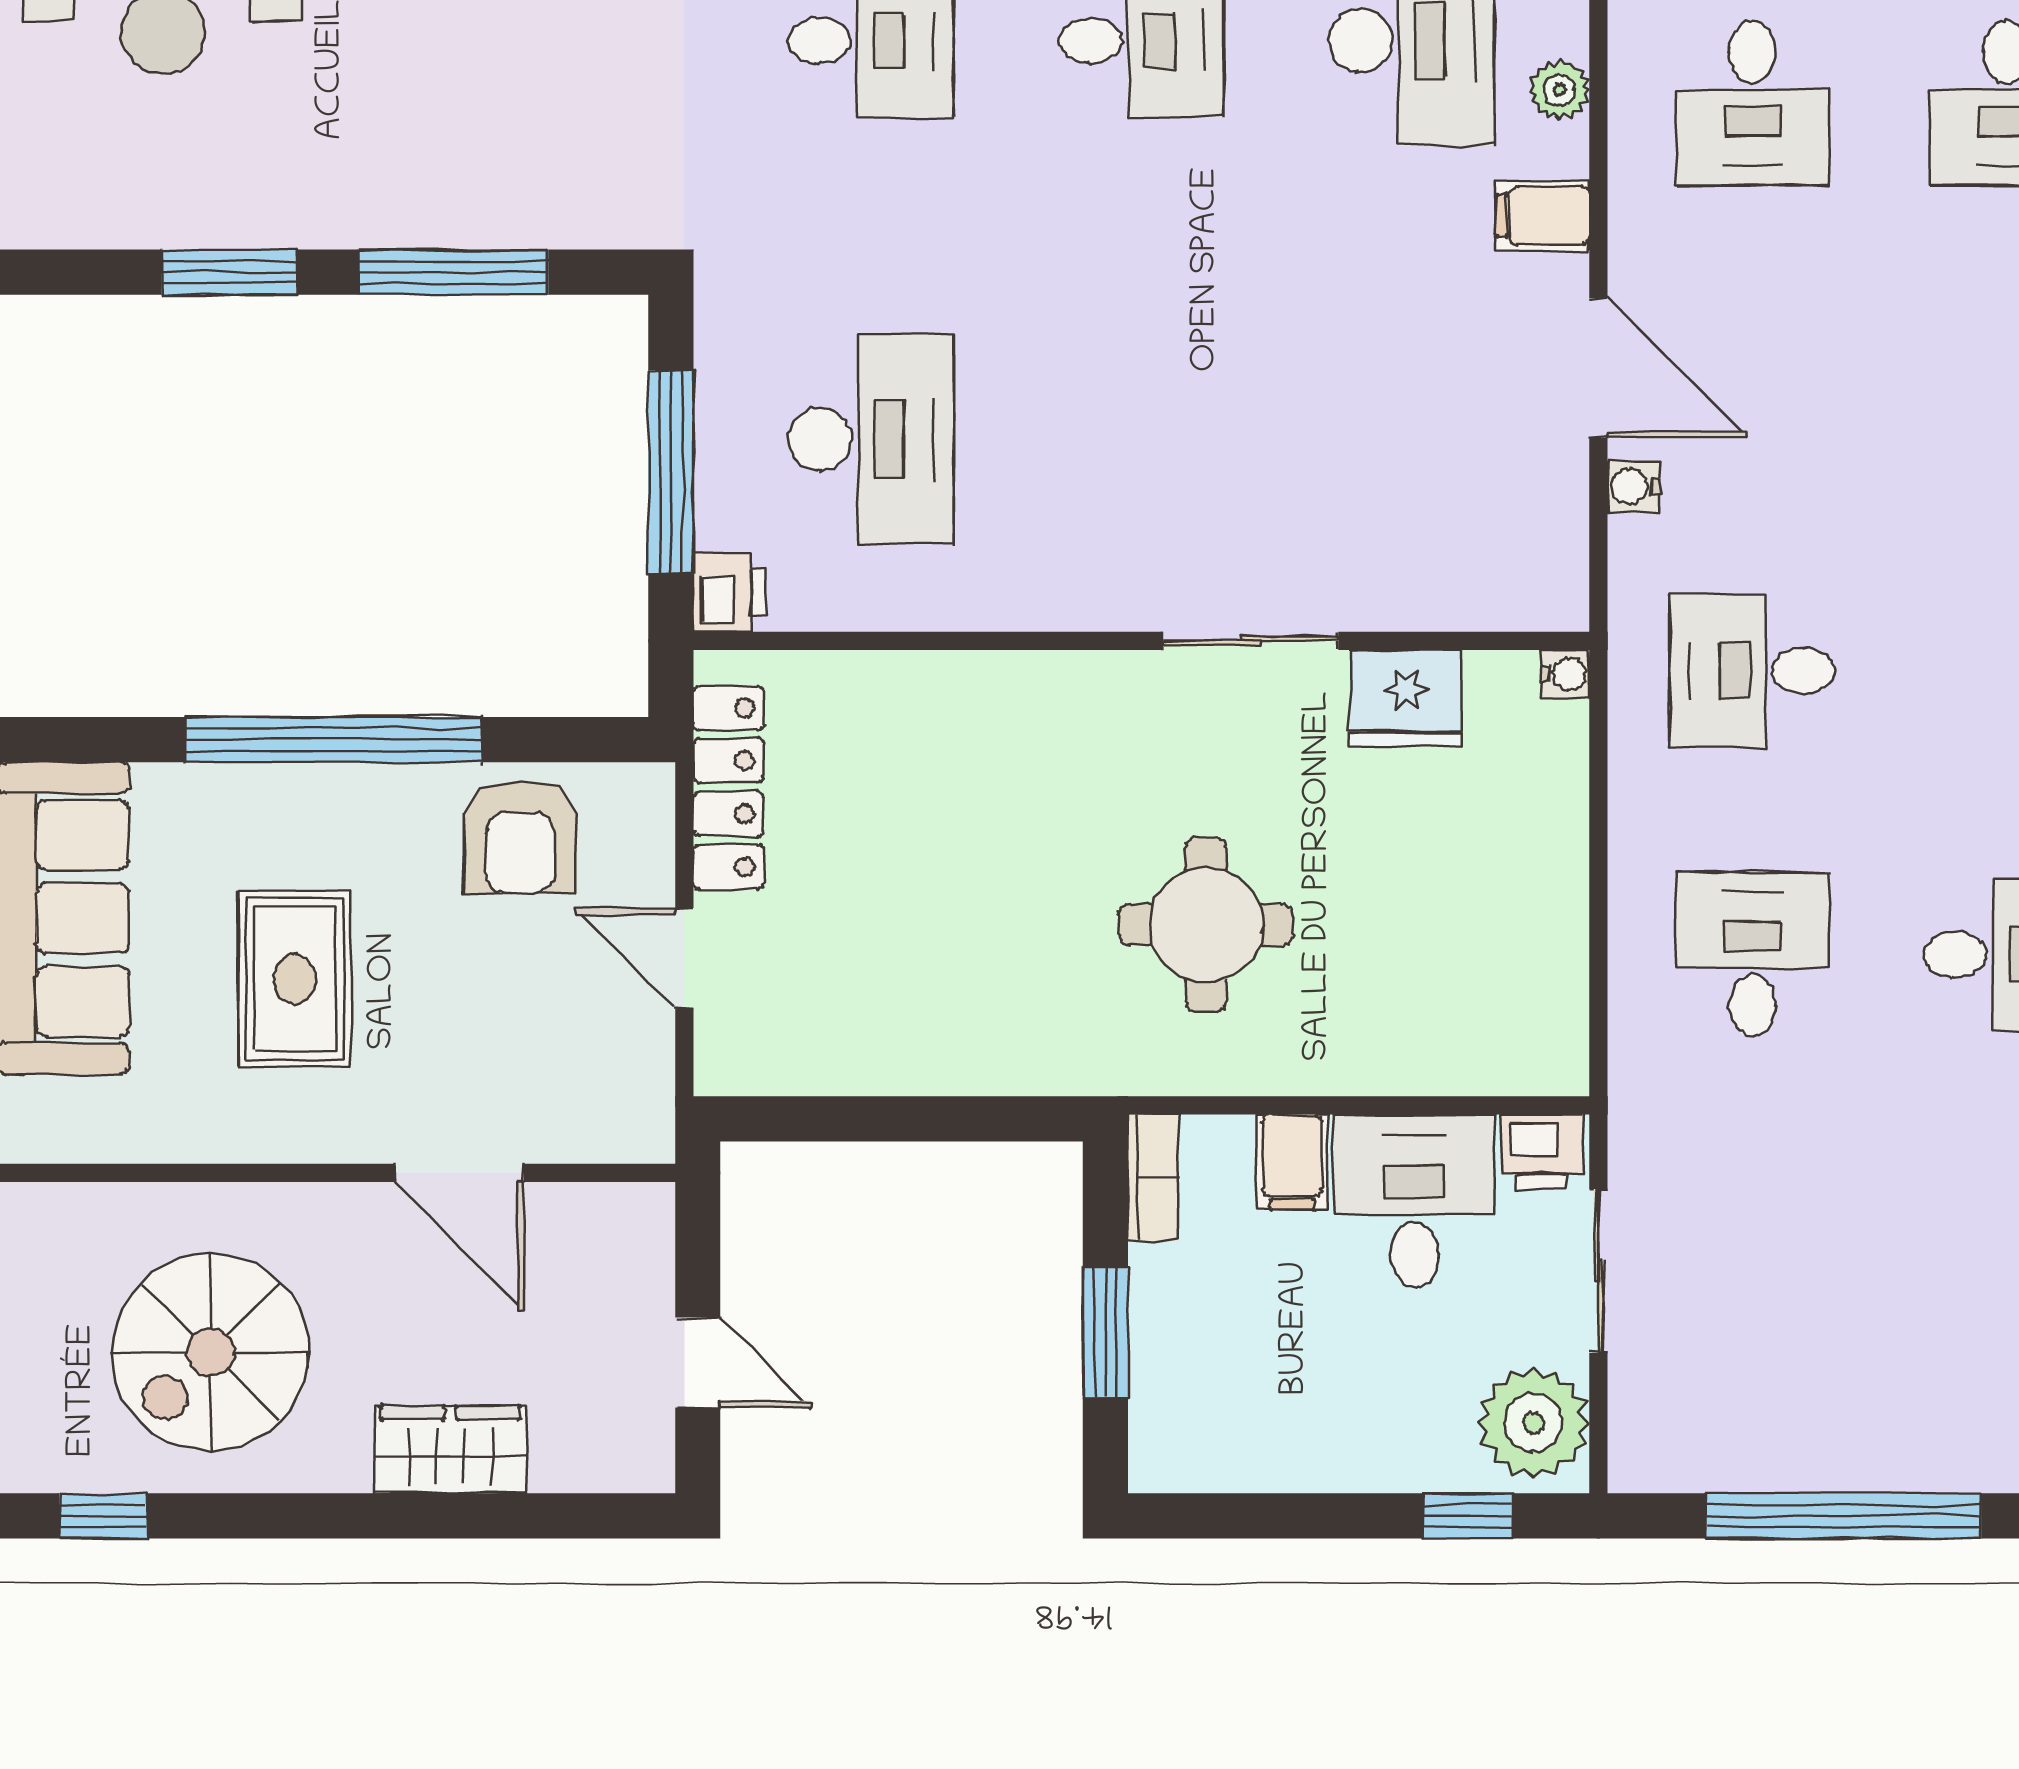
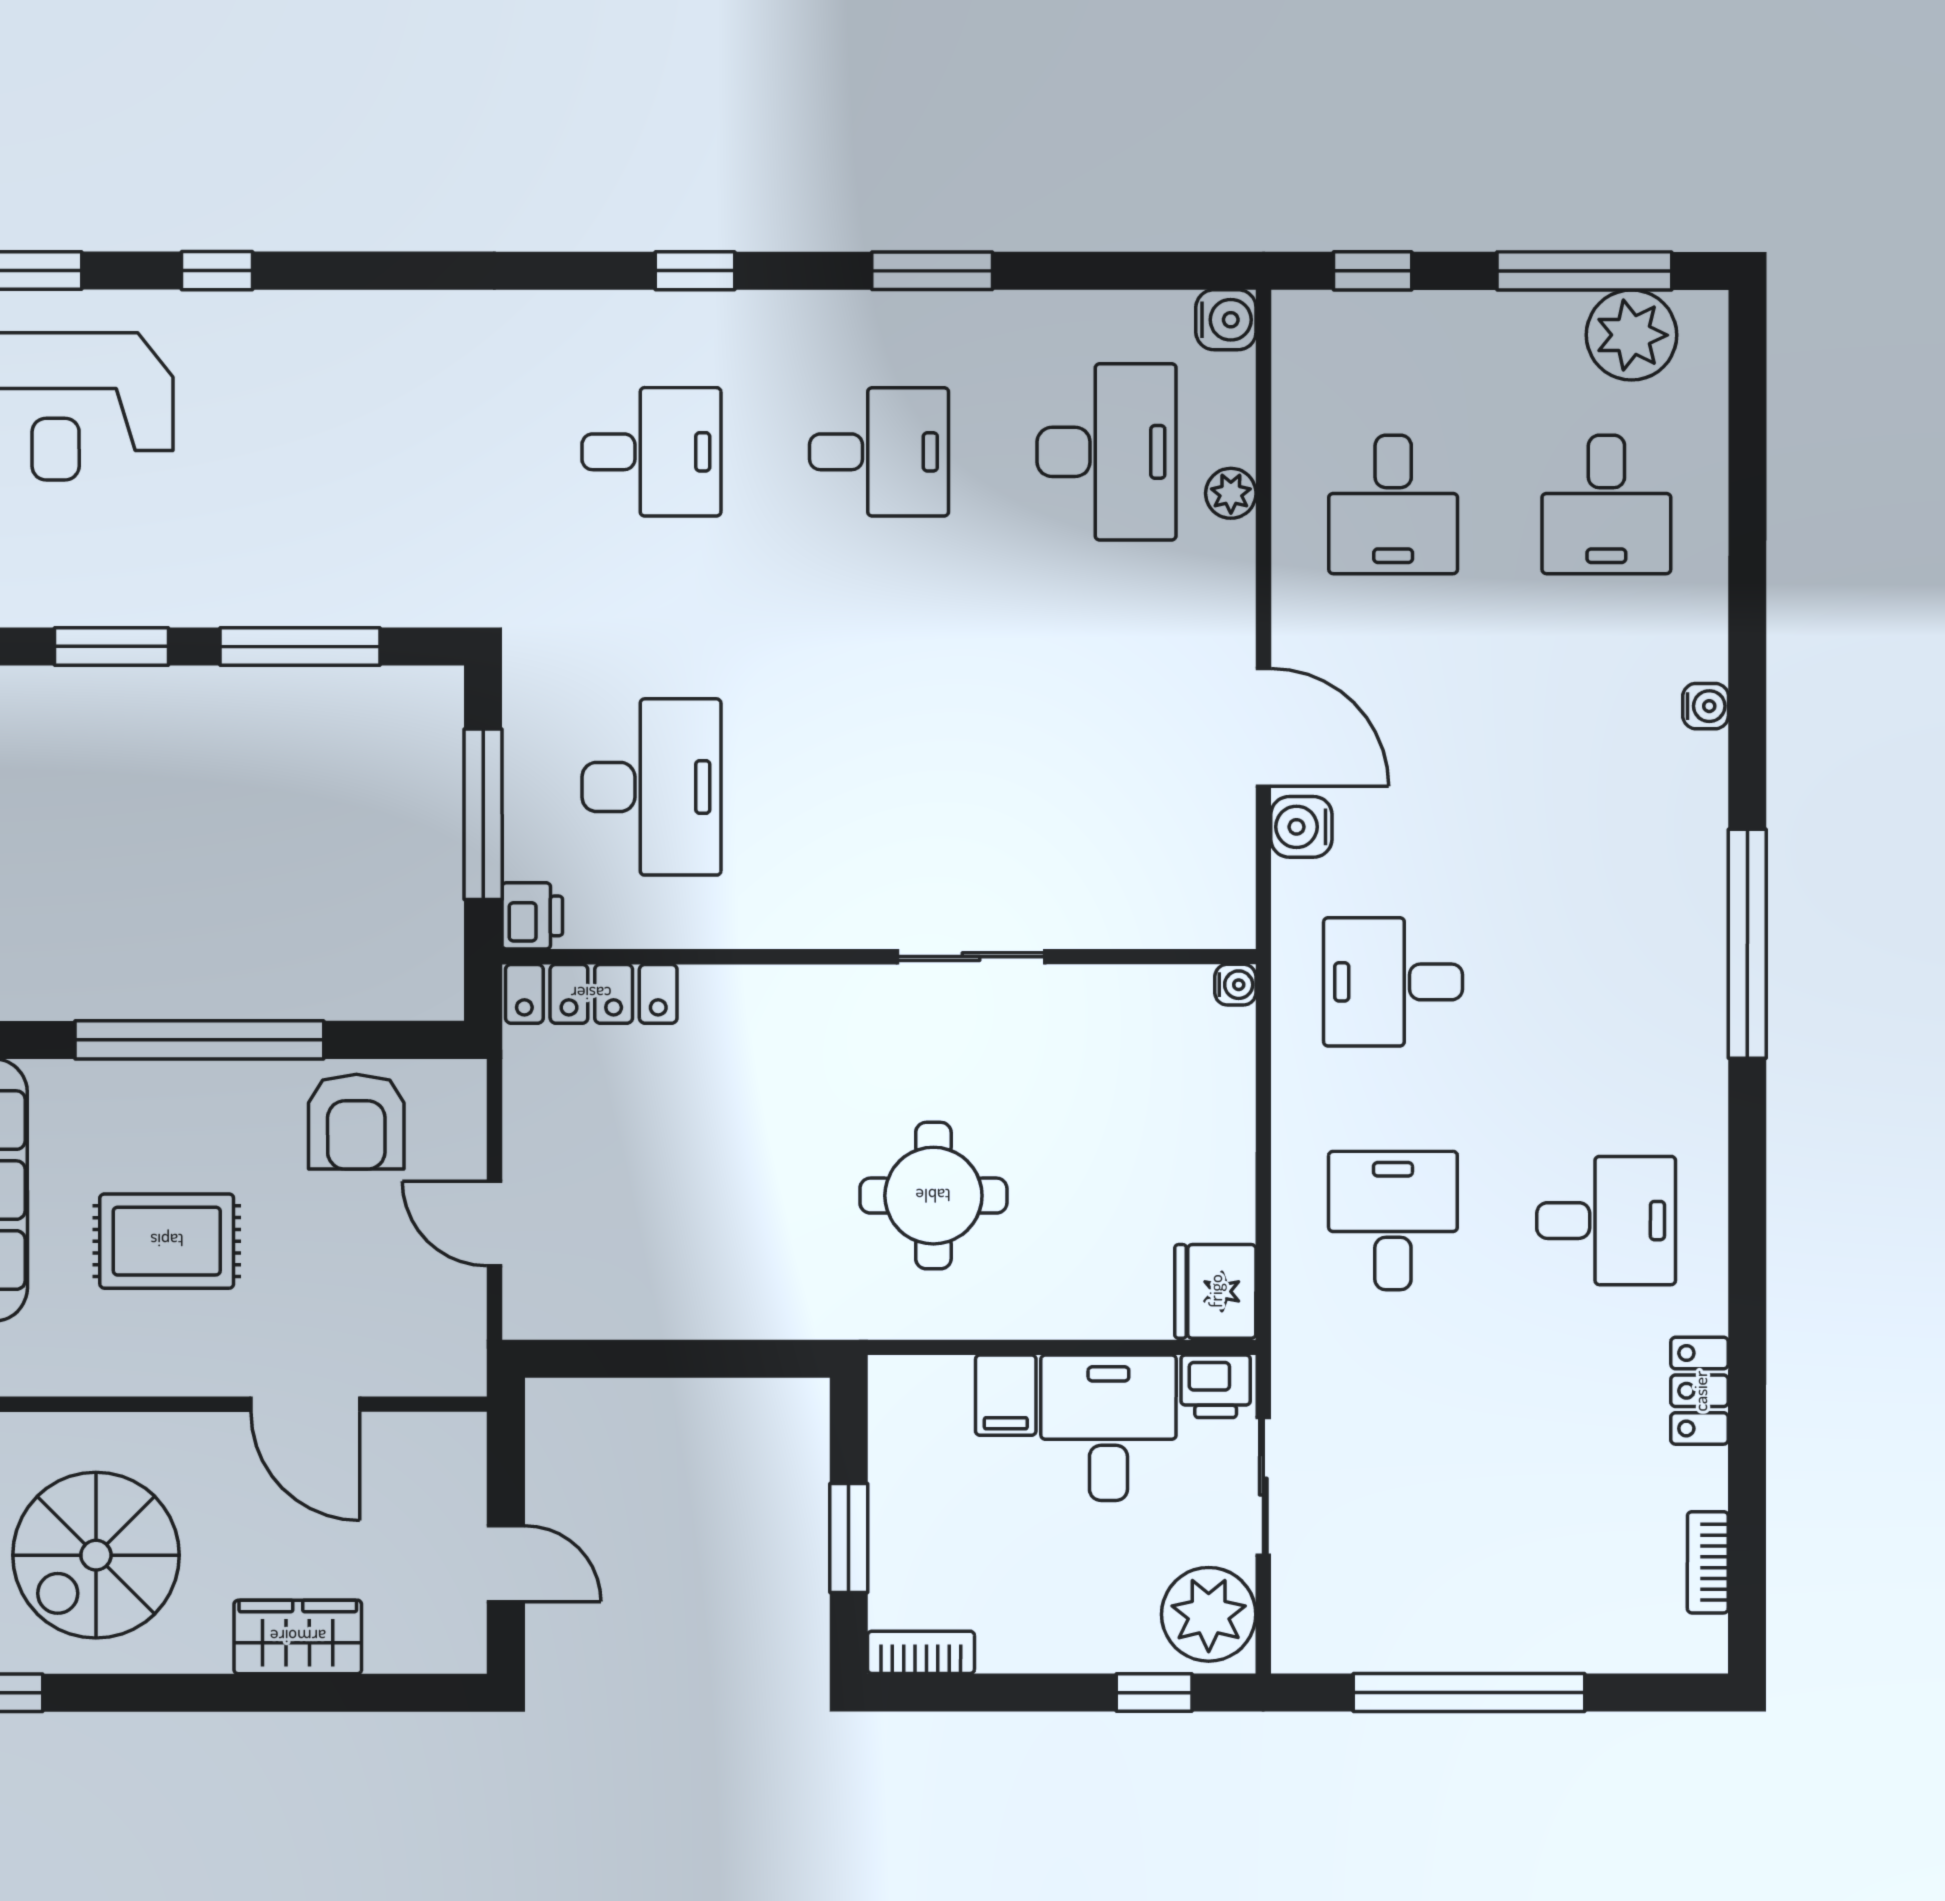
filing cabinet: (1543, 216) -> (1217, 599), removed
water cooler: (1634, 486) -> (1301, 827), width x1.38, depth x1.38
fridge: (1406, 698) -> (1215, 1291), moved, turned 90
locker: (728, 787) -> (591, 994), moved, turned 90
rug: (295, 979) -> (167, 1241), turned 90
bookcase: (1153, 1178) -> (921, 1652), moved, turned -90

